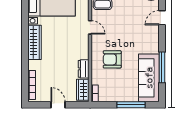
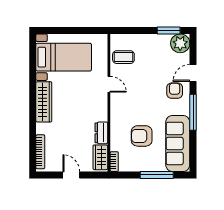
armchair: (146, 33) -> (175, 91), added
armchair: (112, 59) -> (142, 136), moved
window: (162, 67) -> (193, 112), moved

